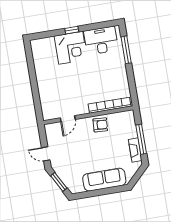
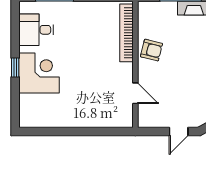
desk: (101, 41) -> (36, 30), width x0.73
armchair: (100, 125) -> (151, 50), turned 100

